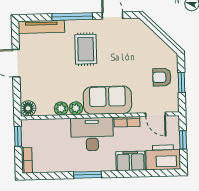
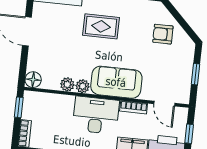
rug: (86, 49) -> (101, 26), turned 90
armchair: (162, 77) -> (163, 34), moved

